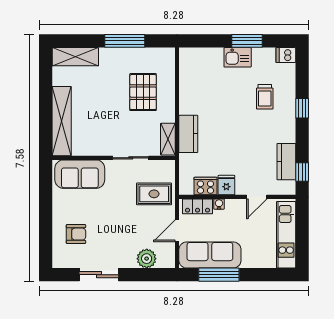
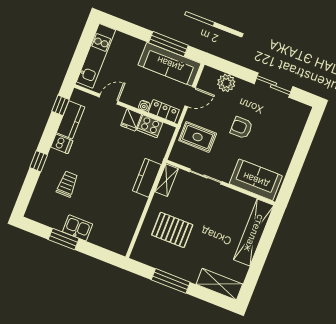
dishwasher: (286, 55) -> (62, 144), moved
pallet: (143, 92) -> (172, 230), turned 90
armchair: (76, 234) -> (241, 128), moved

